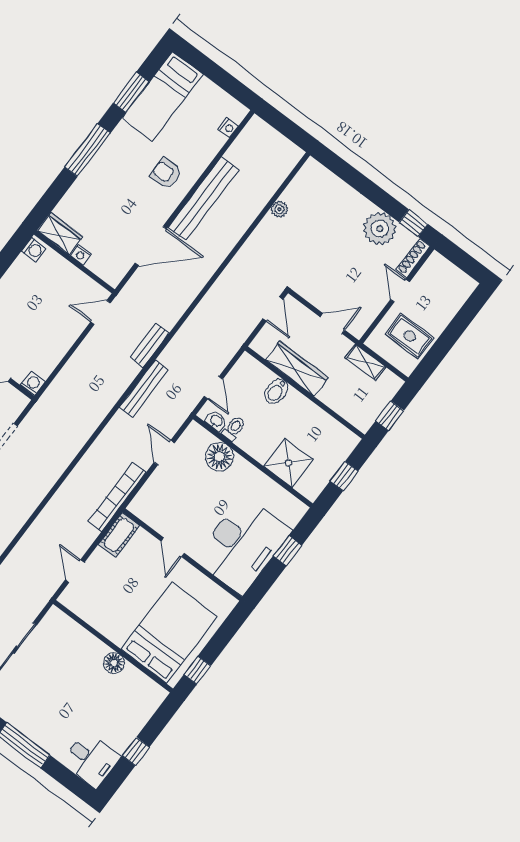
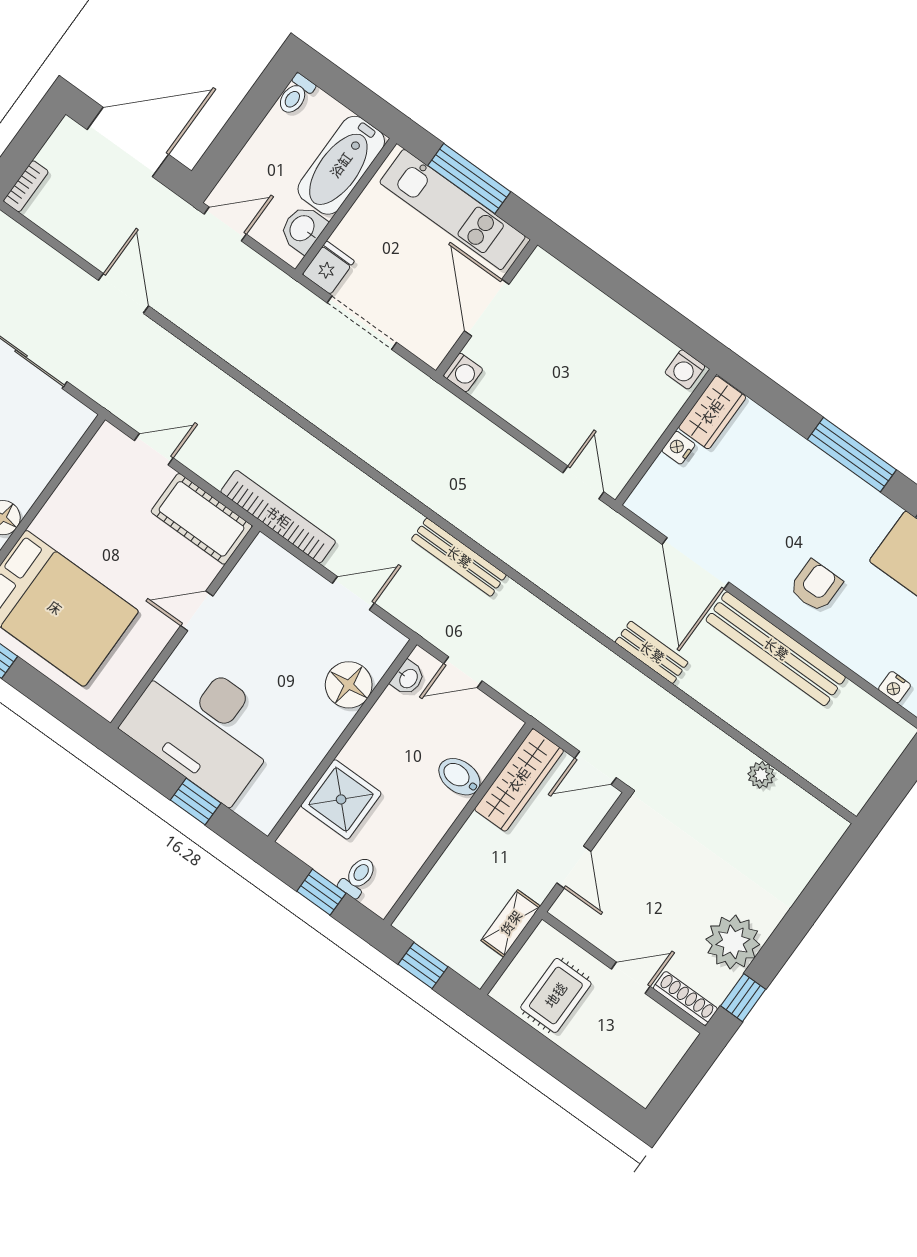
bench: (150, 345) -> (652, 652), moved
wardrobe: (297, 369) -> (519, 780), moved
toilet: (234, 429) -> (358, 877), moved, turned -90
cot: (119, 535) -> (202, 519), width x1.37, depth x1.34

